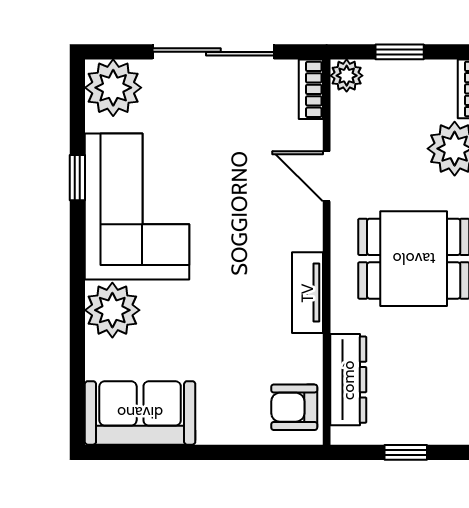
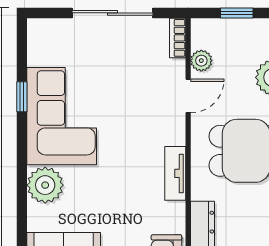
plant: (347, 76) -> (201, 61), moved
plant: (113, 88) -> (46, 37), removed
door: (327, 176) -> (188, 96), swing flipped

